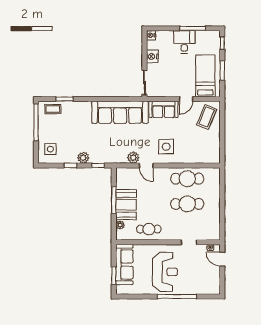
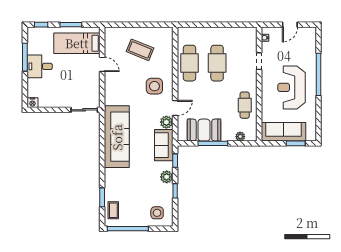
nightstand: (152, 56) -> (56, 101), removed
sofa: (164, 109) -> (164, 145), moved, turned 180
coffee table: (207, 117) -> (140, 50), moved
booth: (126, 205) -> (204, 130), moved
door: (222, 259) -> (290, 25), moved
reception desk: (165, 272) -> (292, 87), turned -90

